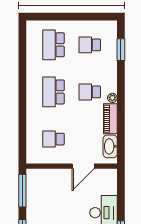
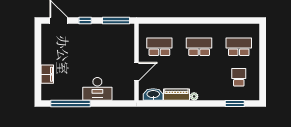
school desk: (90, 92) -> (199, 77), removed
school desk: (54, 139) -> (159, 47), width x1.85
door: (83, 166) -> (137, 72), swing flipped

